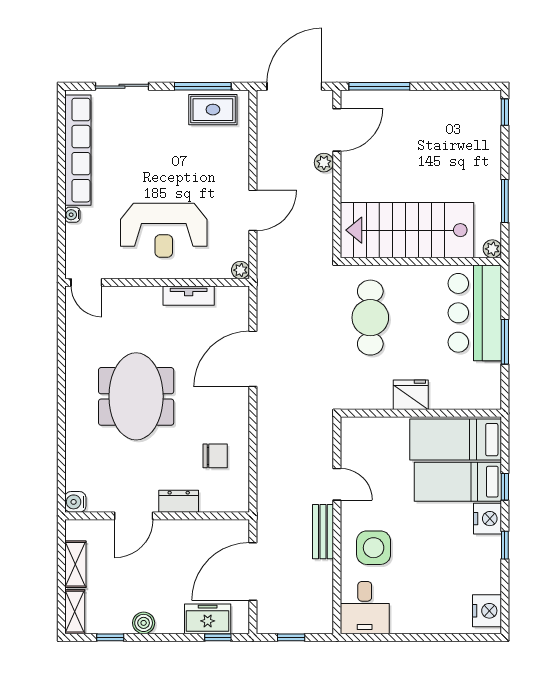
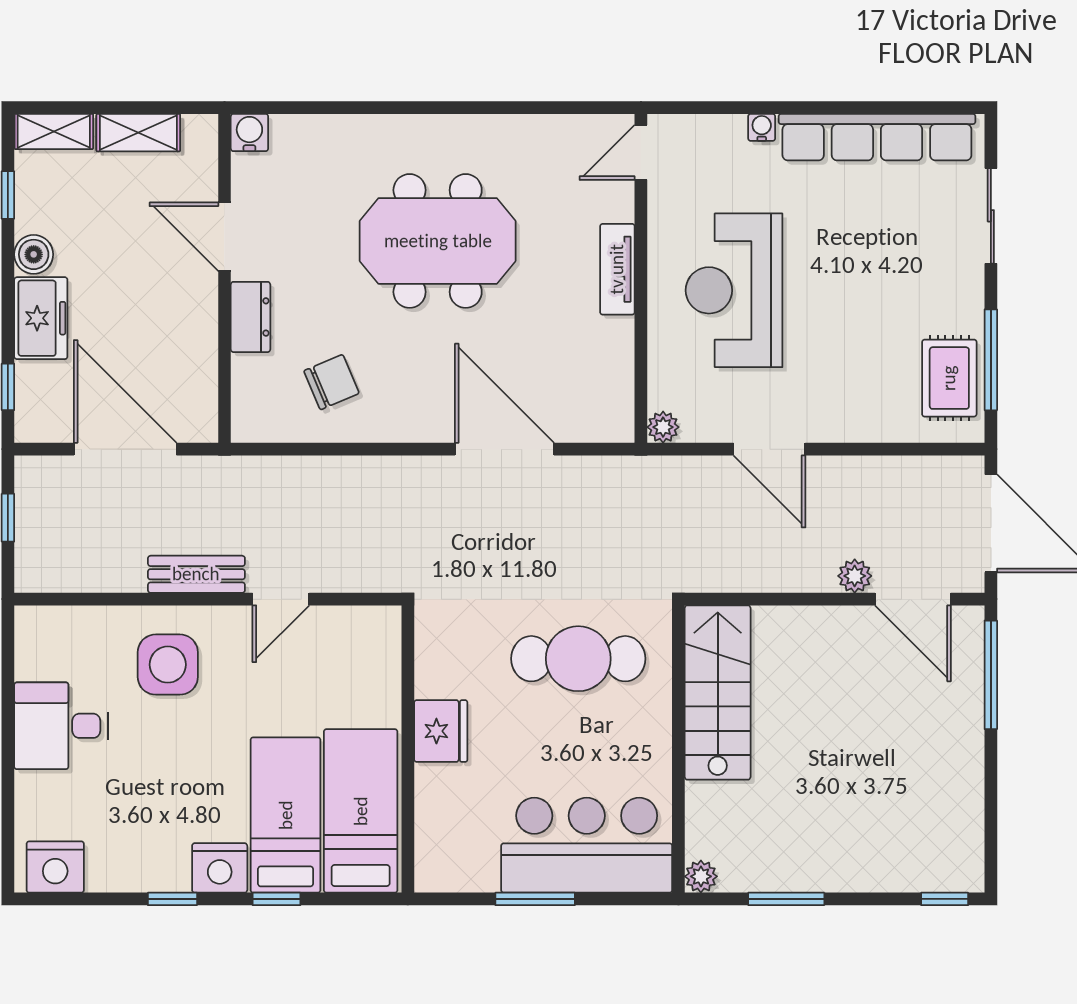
stairs: (407, 230) -> (718, 692), width x0.73, depth x0.66
tv unit: (189, 296) -> (617, 269), moved
chair: (215, 456) -> (332, 382), turned -113
desk: (365, 608) -> (61, 726), moved
freezer: (208, 619) -> (41, 318), moved

